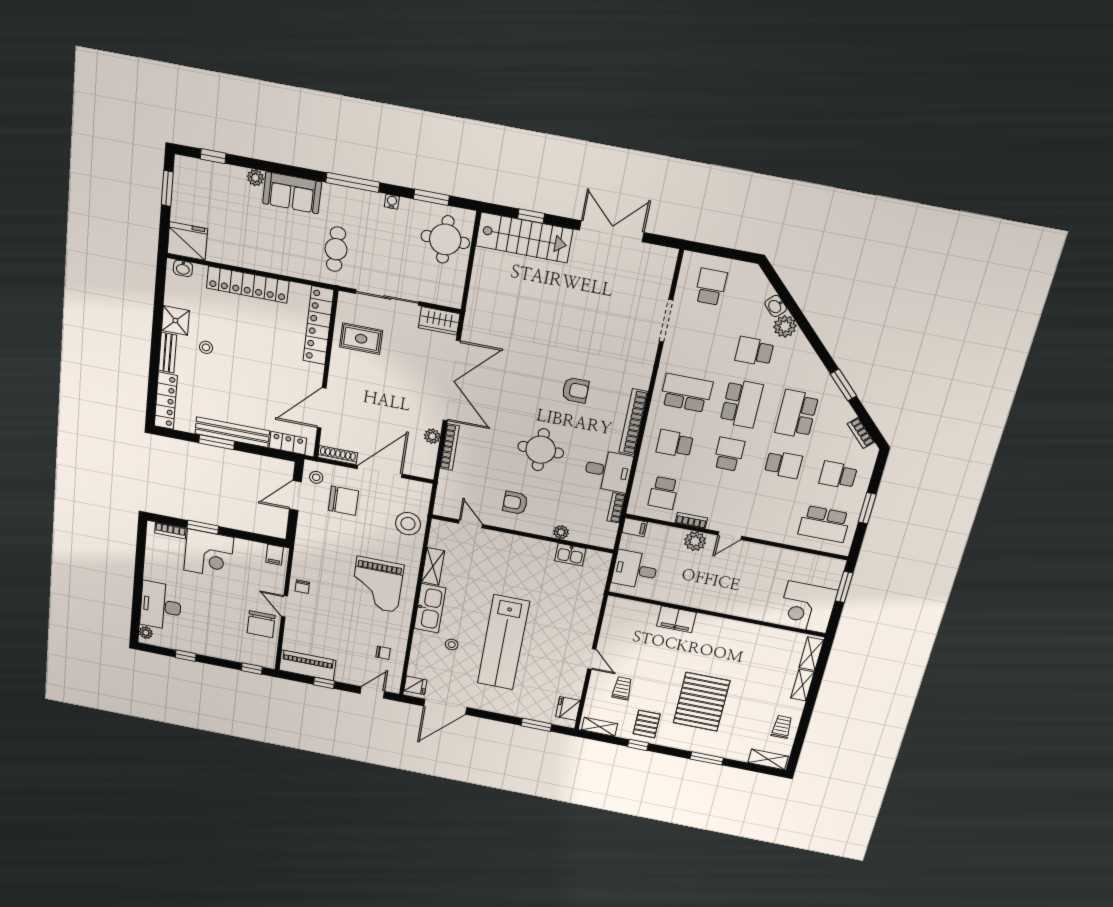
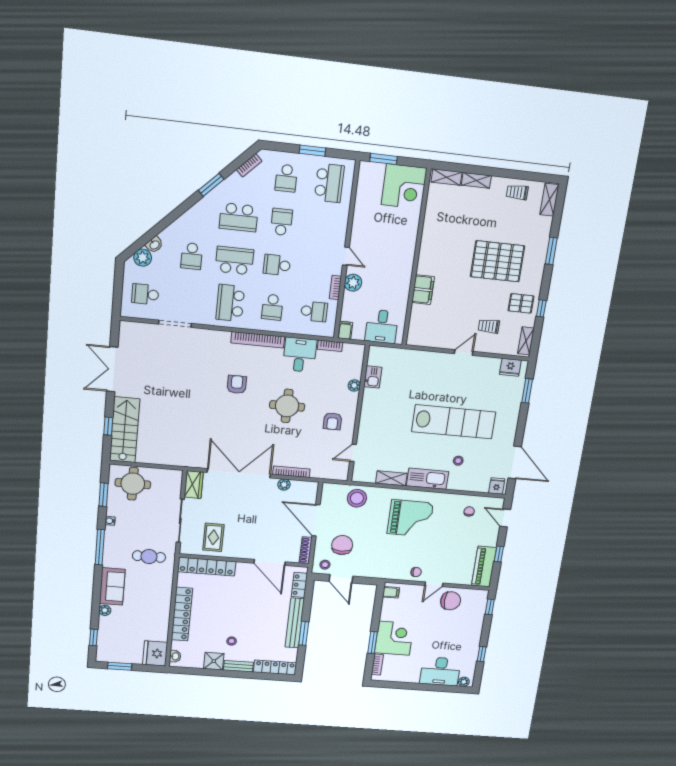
plant: (785, 326) -> (143, 258), moved

